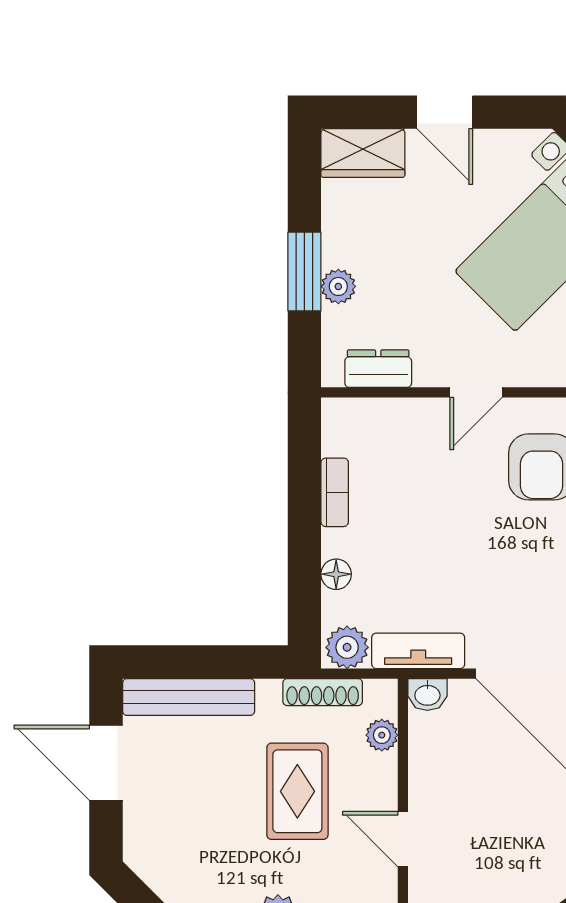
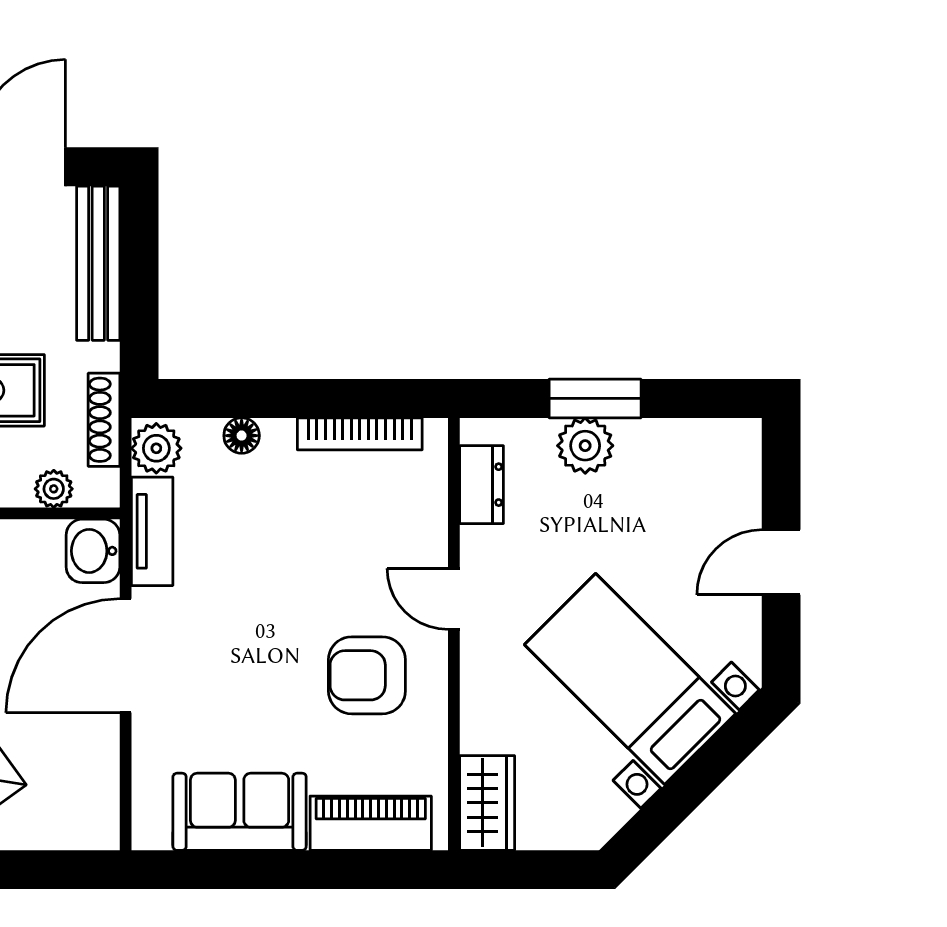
wardrobe: (363, 153) -> (733, 467), removed
plant: (338, 286) -> (585, 446), width x1.38, depth x1.38
bookcase: (335, 492) -> (360, 434), width x1.56
washbasin: (427, 694) -> (93, 551), width x1.38, depth x1.45

